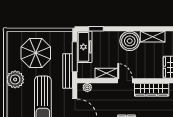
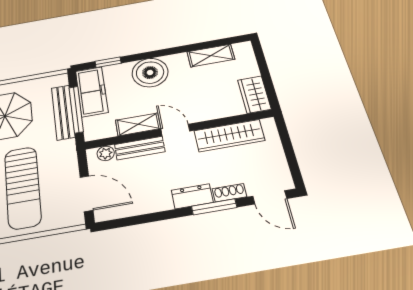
boiler: (130, 41) -> (150, 73), moved
bench: (68, 71) -> (63, 112), moved
bench: (105, 88) -> (140, 148), added

